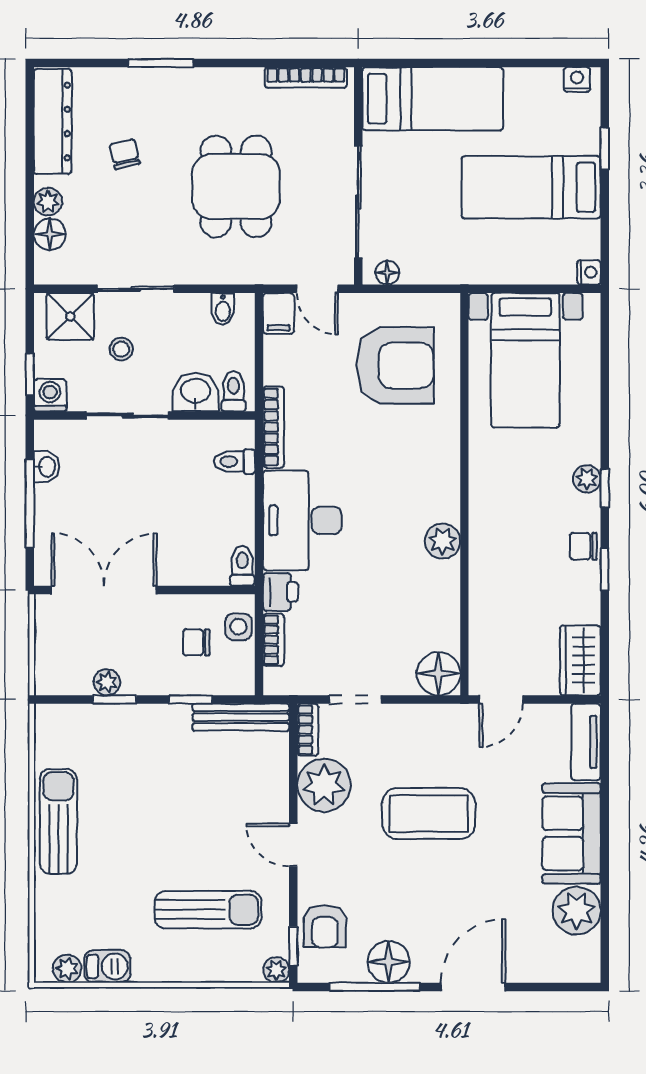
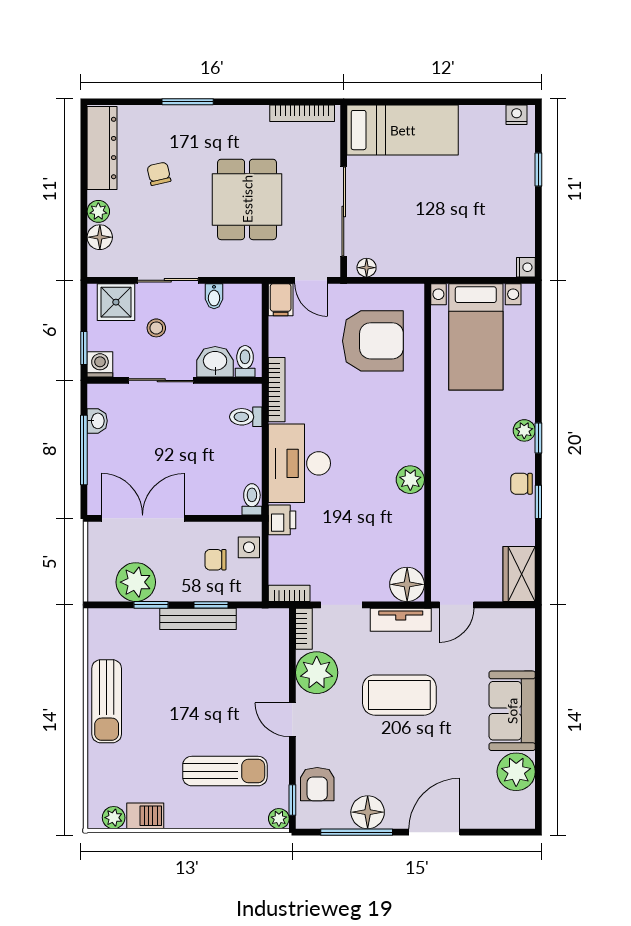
bed: (531, 187) -> (480, 200), removed
bidet: (223, 309) -> (214, 296), moved
bookcase: (274, 640) -> (289, 593), moved, turned -90
plant: (107, 682) -> (136, 582), width x1.88, depth x1.88
bench: (241, 717) -> (198, 619), moved
tv unit: (586, 742) -> (401, 620), moved, turned -90
sun lounger: (58, 821) -> (107, 701), turned 180

